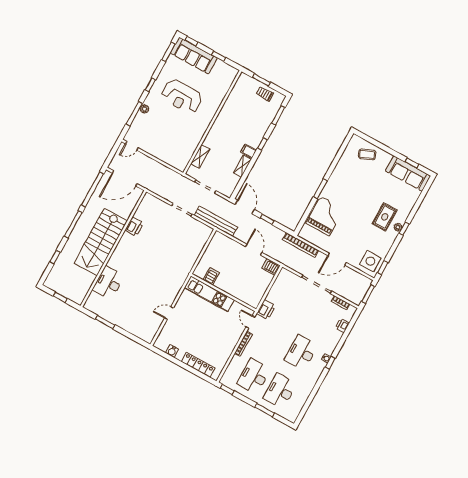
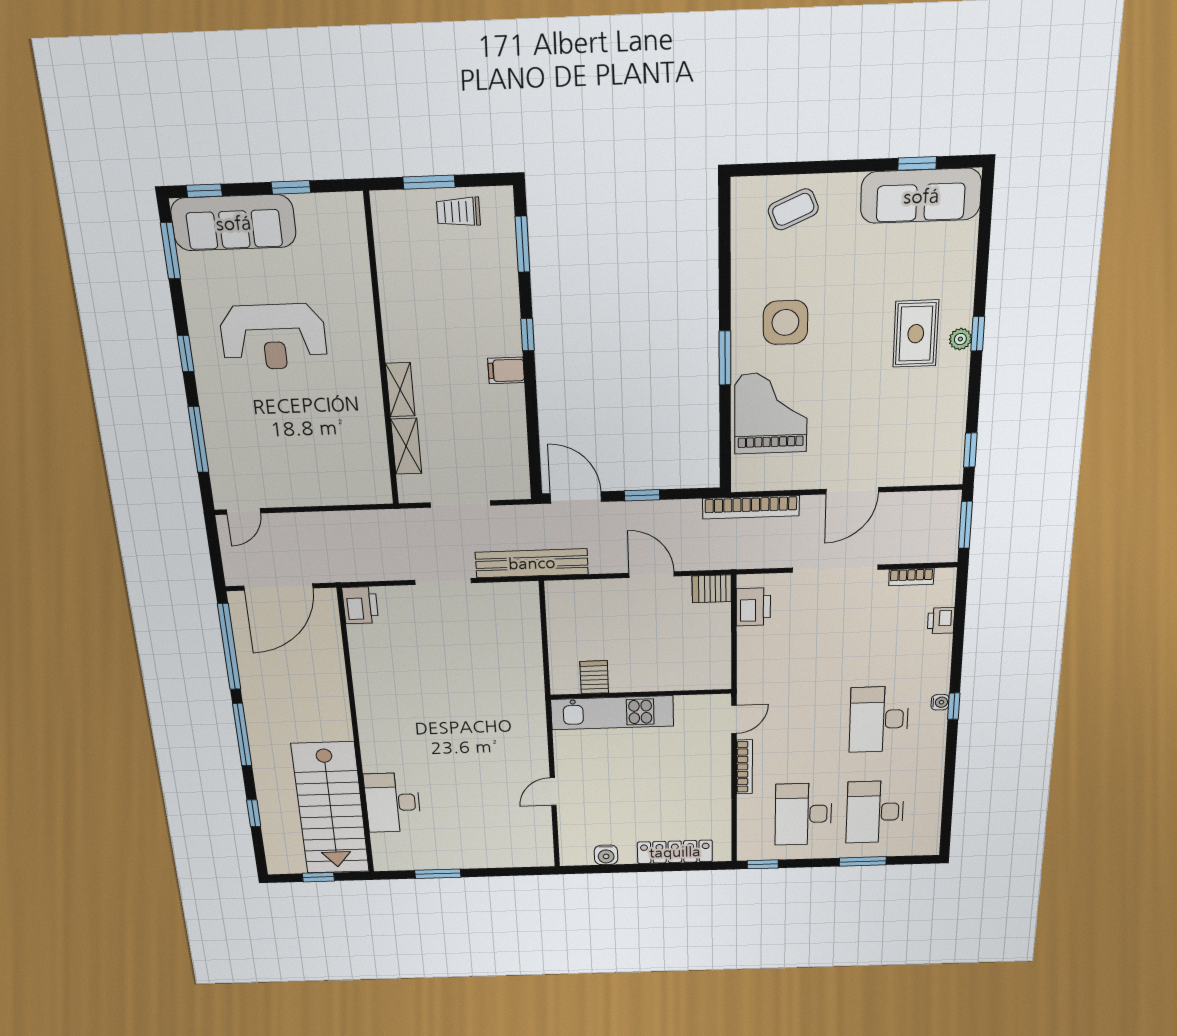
plant: (145, 109) -> (213, 415), removed
shelving: (242, 166) -> (400, 390), moved
printer: (134, 227) -> (360, 605), moved
stairs: (101, 242) -> (330, 808), moved
side table: (370, 261) -> (785, 322), moved
printer: (266, 310) -> (753, 607), moved
door: (250, 322) -> (734, 719), swing flipped

